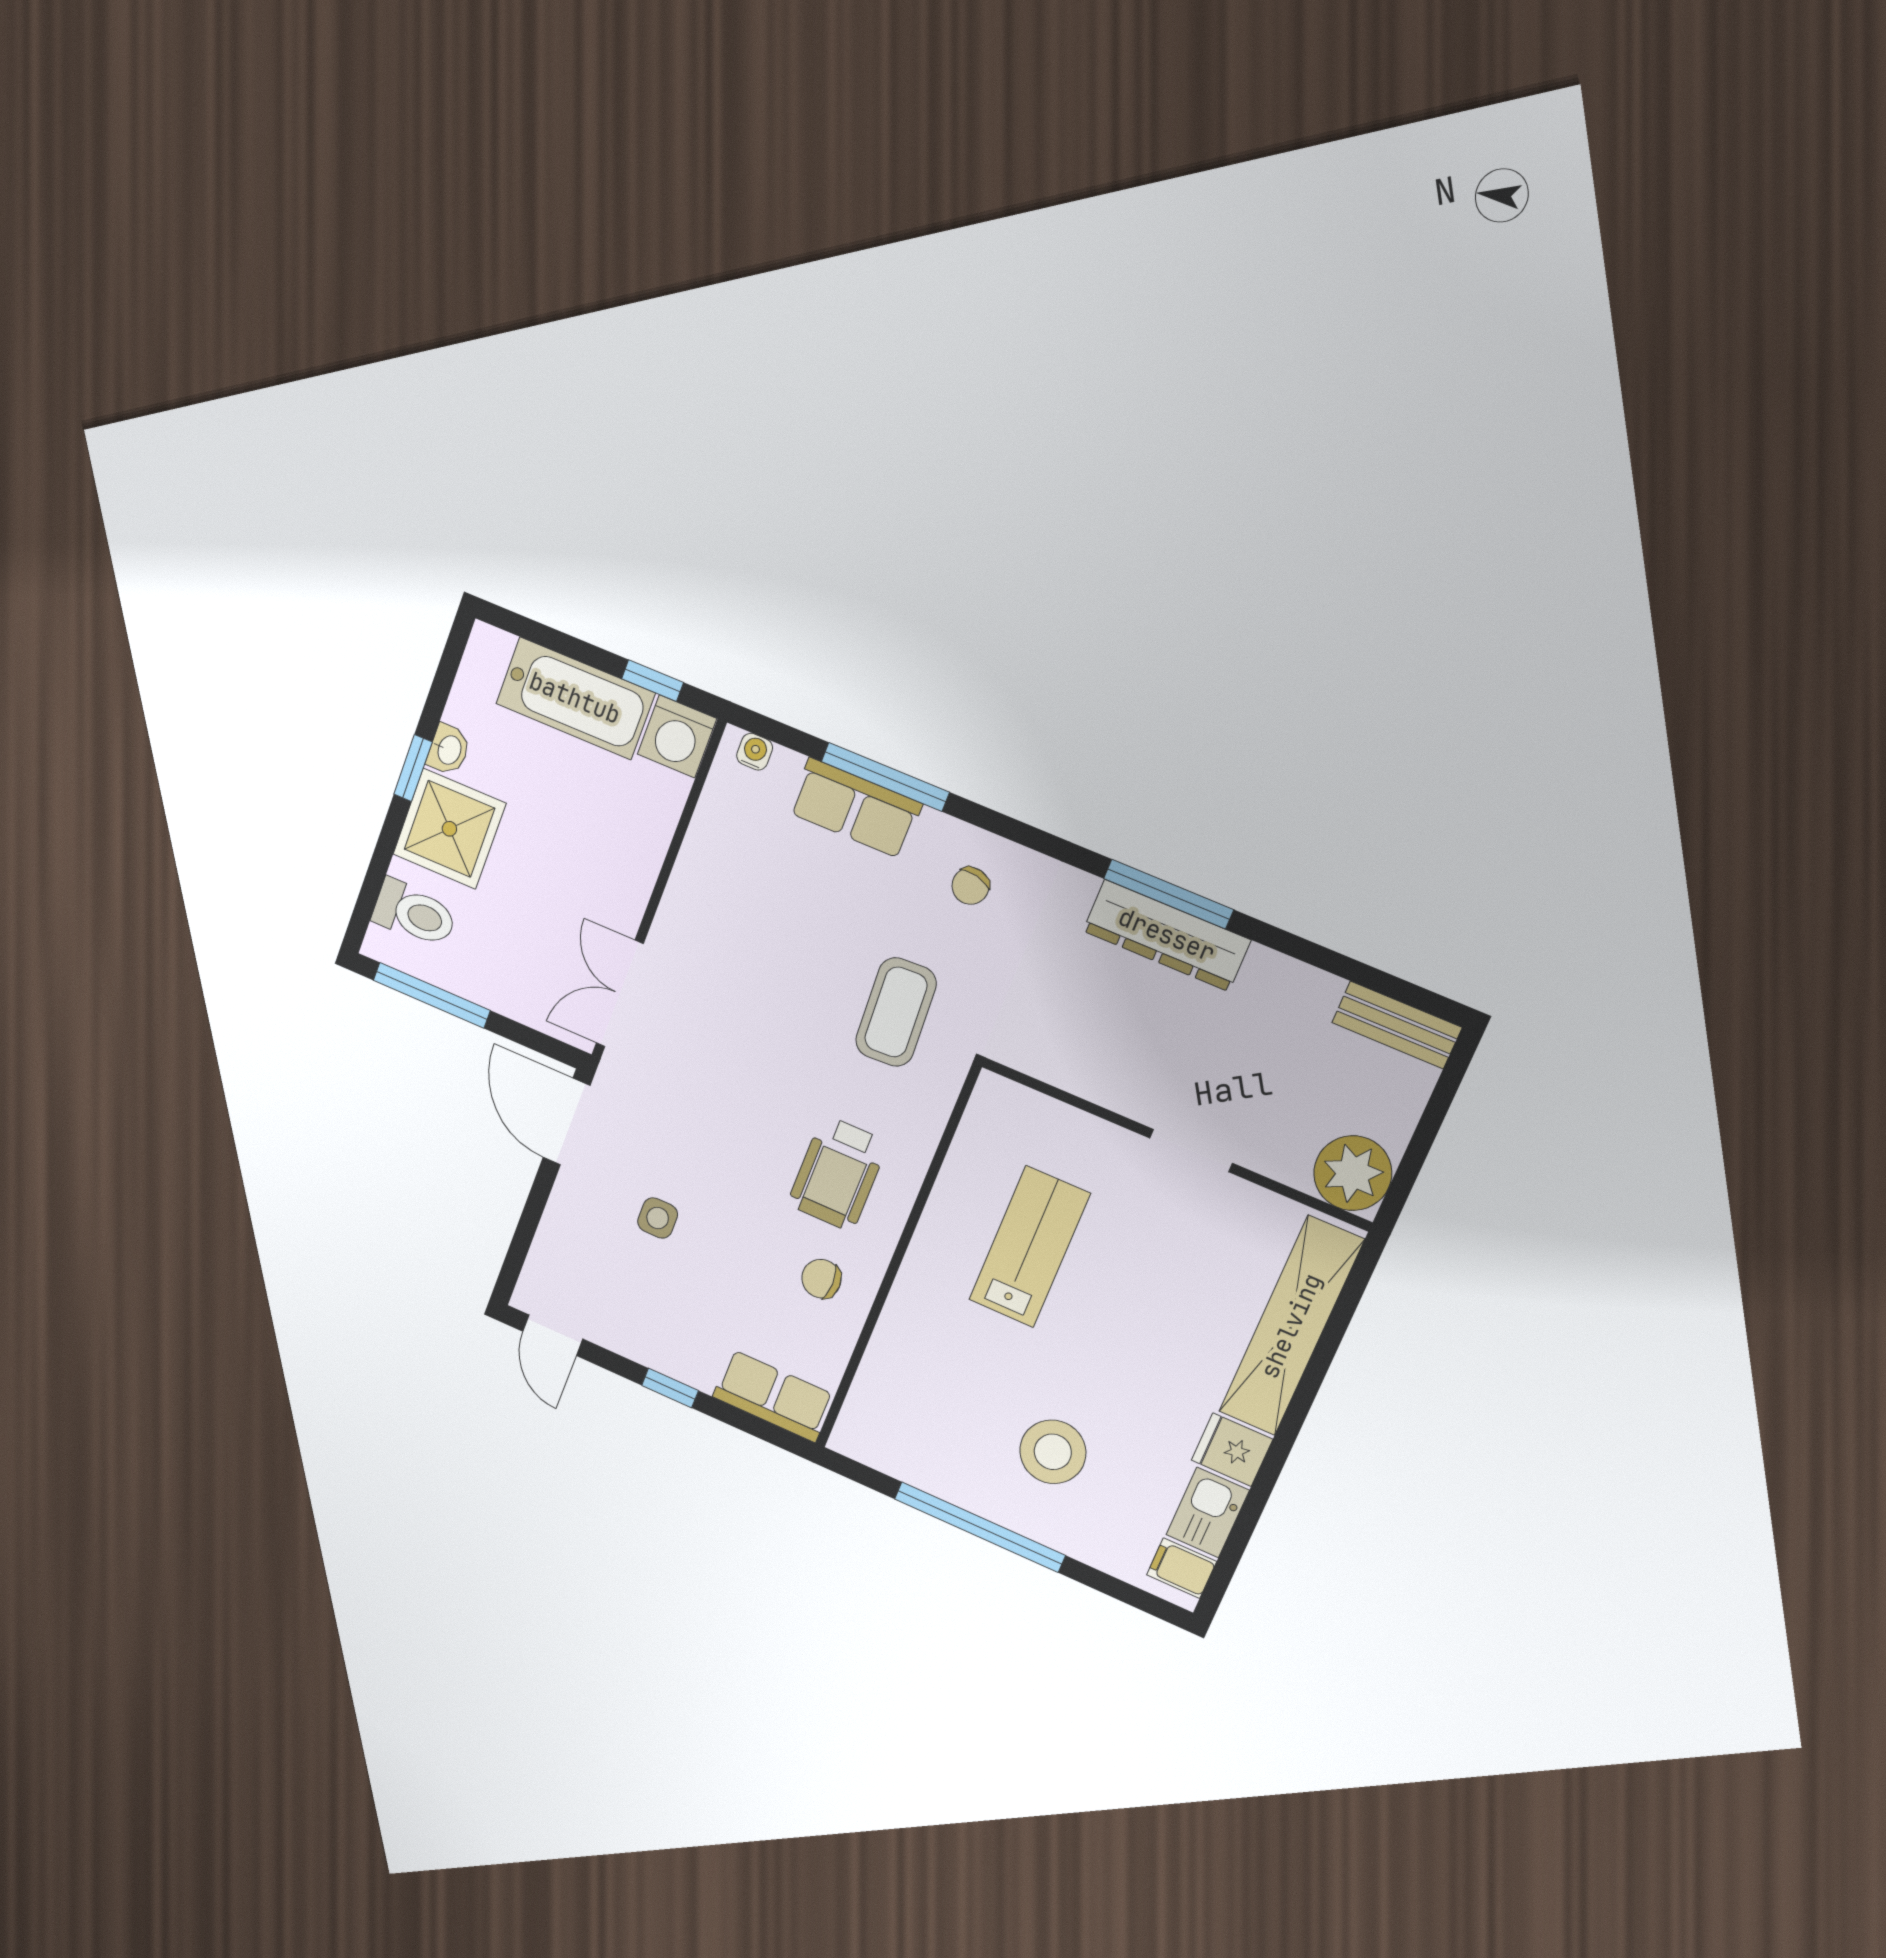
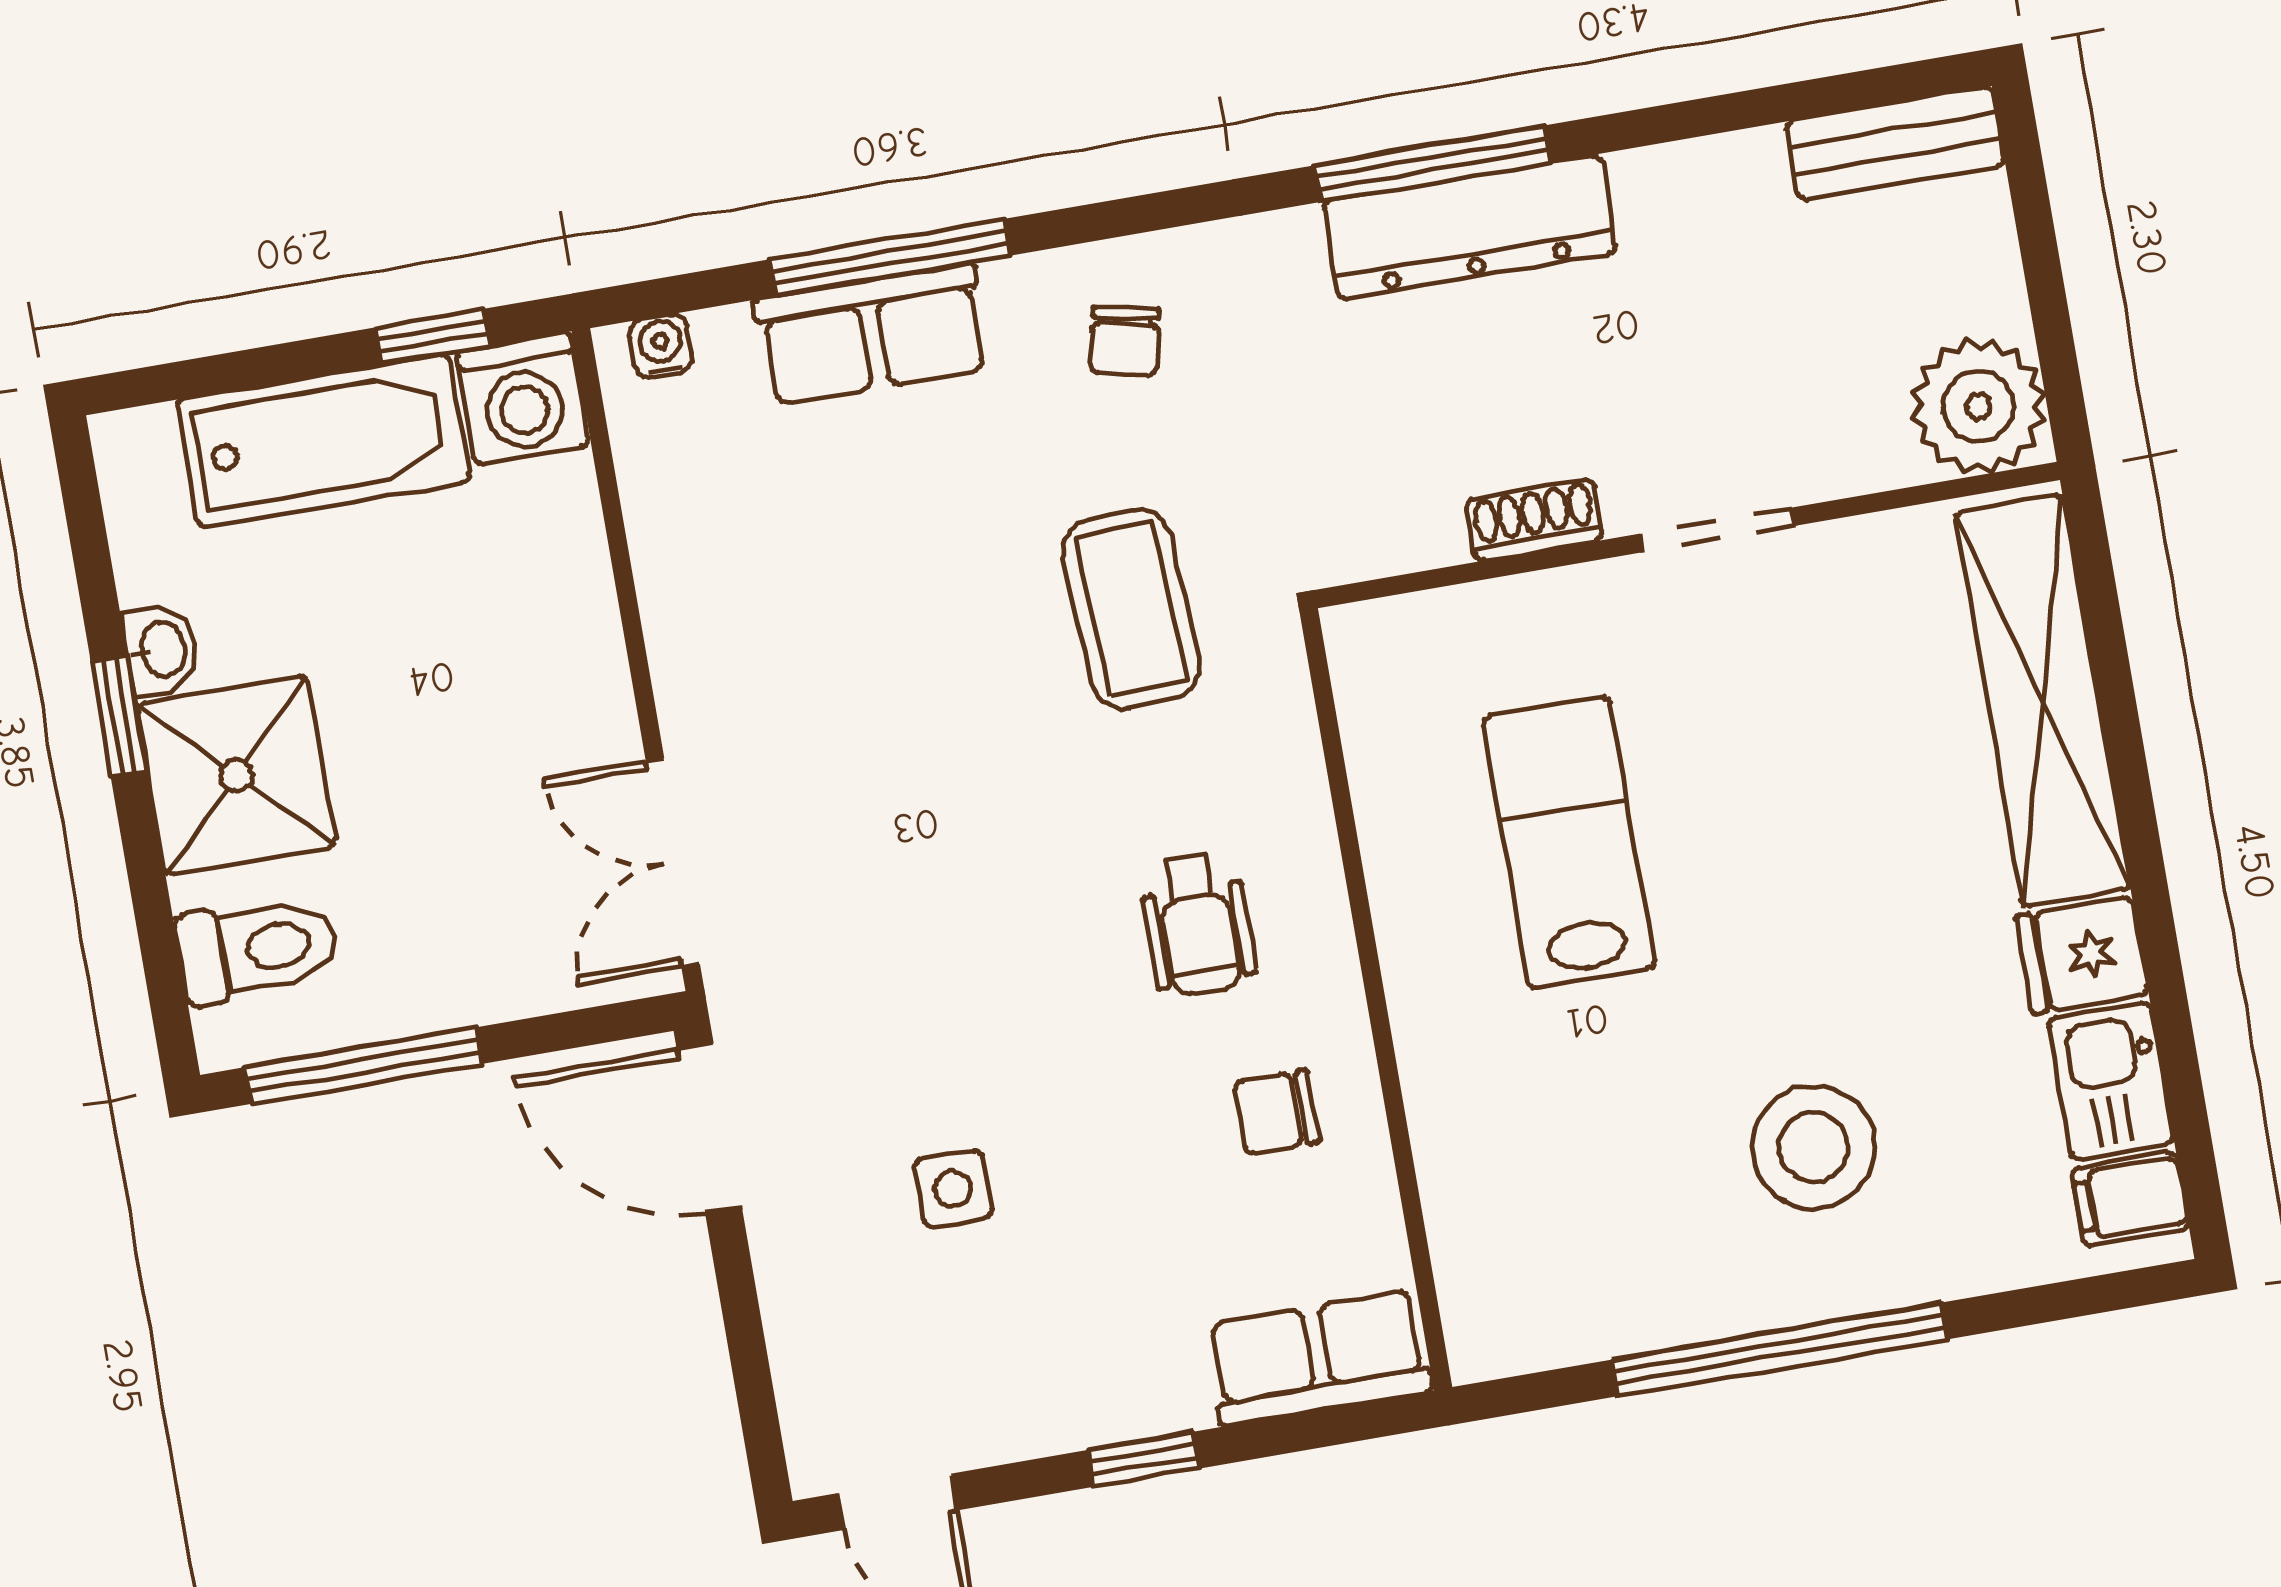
shoe rack: (1108, 1091) -> (1534, 520), added
wheelchair: (838, 1173) -> (1198, 924), width x0.73, depth x0.73

